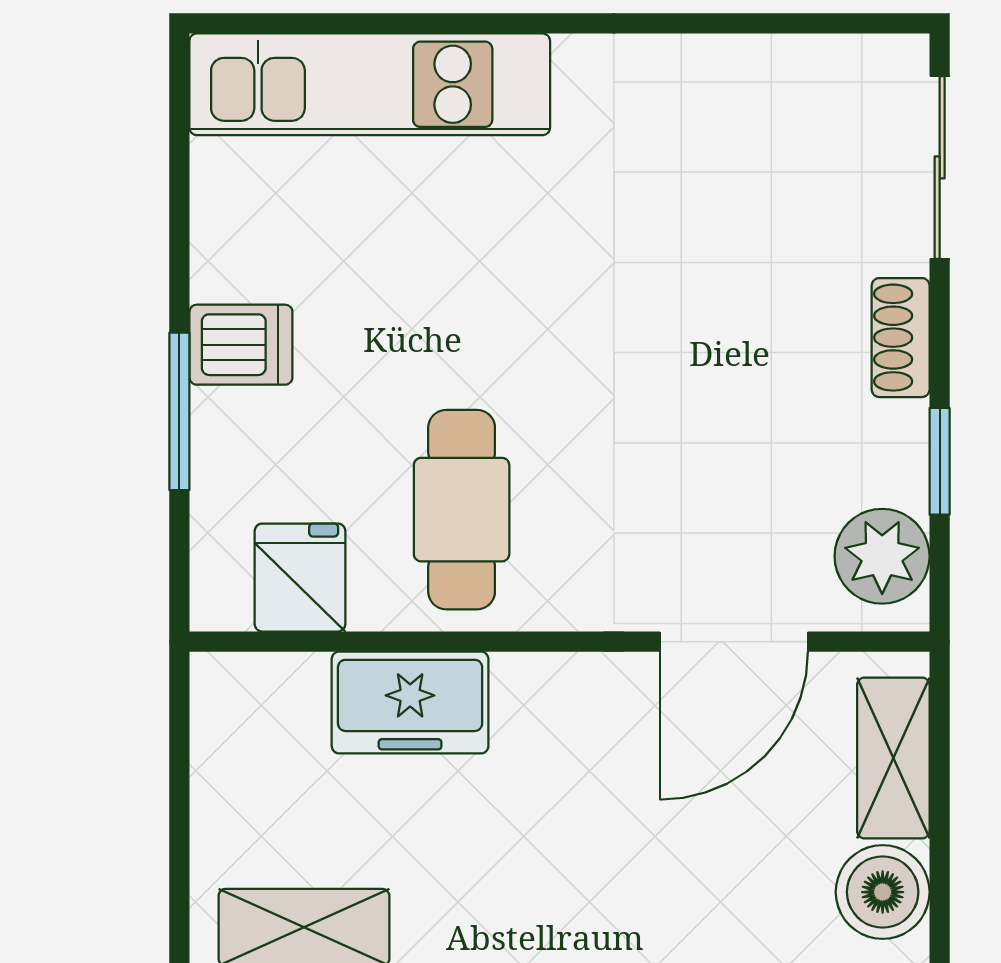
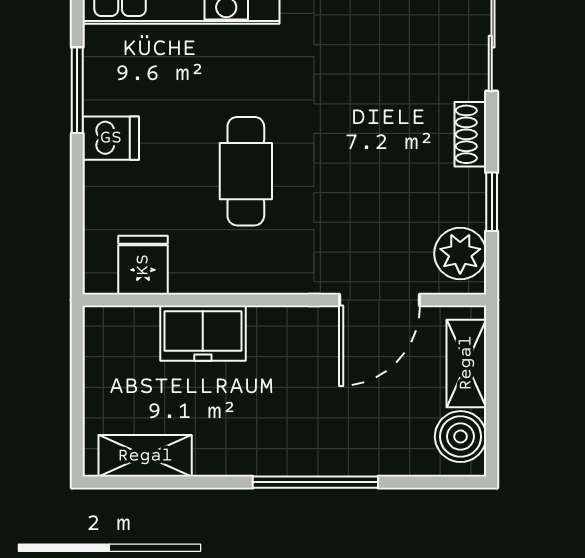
window: (179, 411) -> (77, 90), moved
cafe table: (462, 510) -> (246, 171), moved

